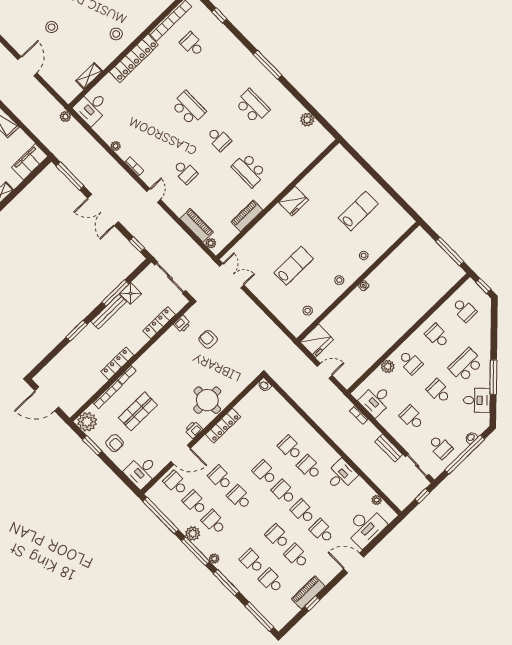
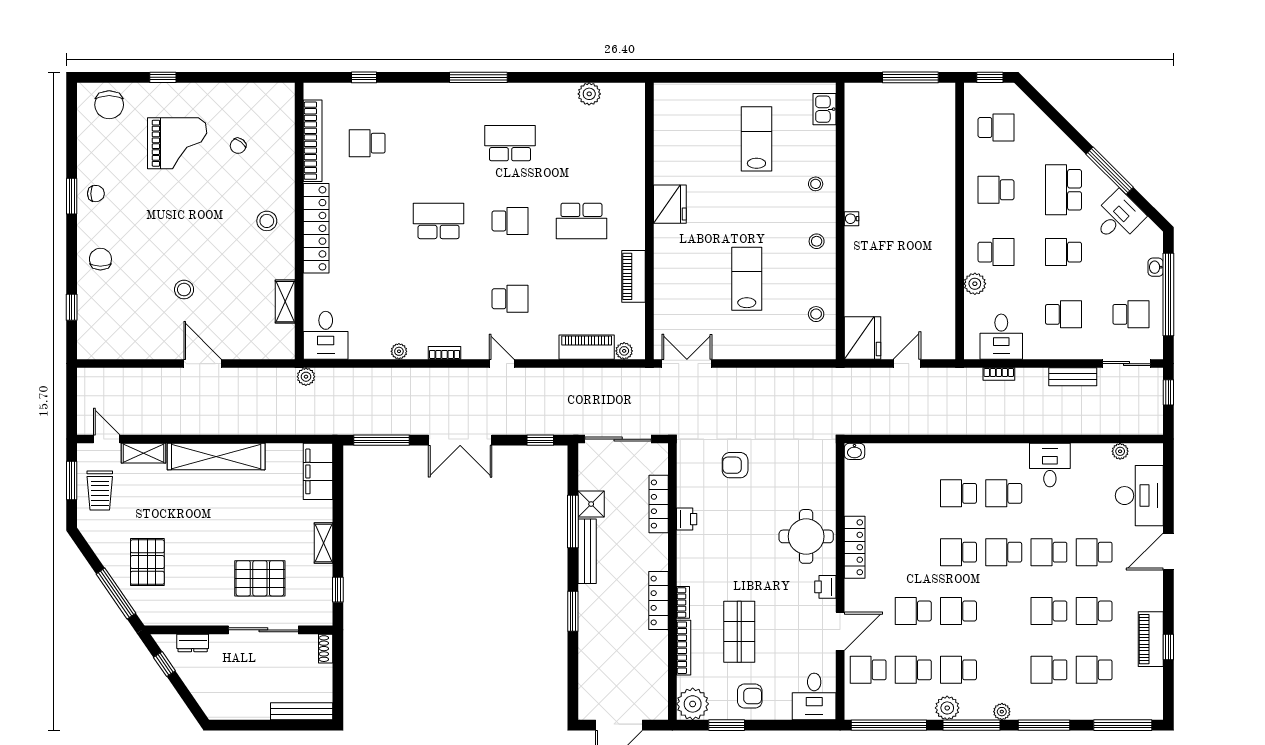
kitchen sink: (400, 228) -> (825, 109), added
printer: (182, 324) -> (687, 519), moved
school desk: (412, 418) -> (1063, 314), turned 180

